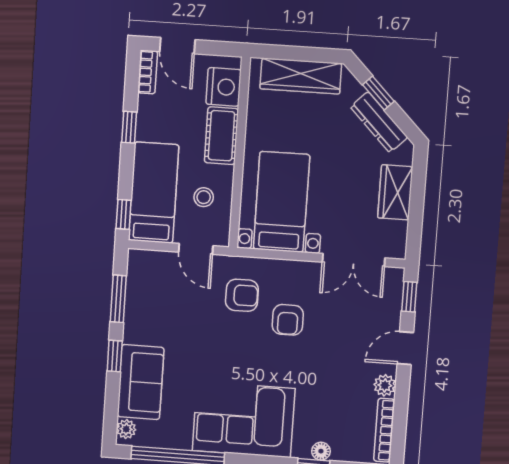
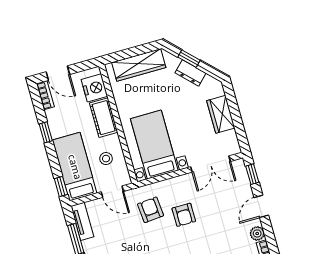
dresser: (379, 122) -> (190, 73), width x0.70
tv unit: (137, 277) -> (82, 221), added
armchair: (242, 295) -> (151, 210), turned -95

